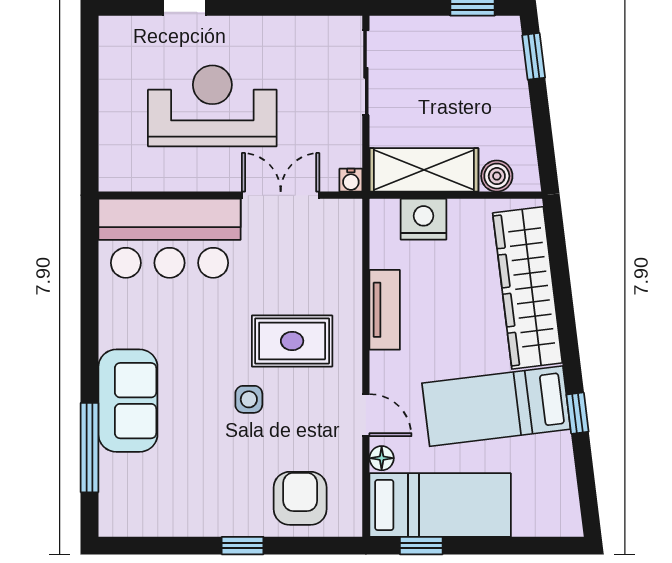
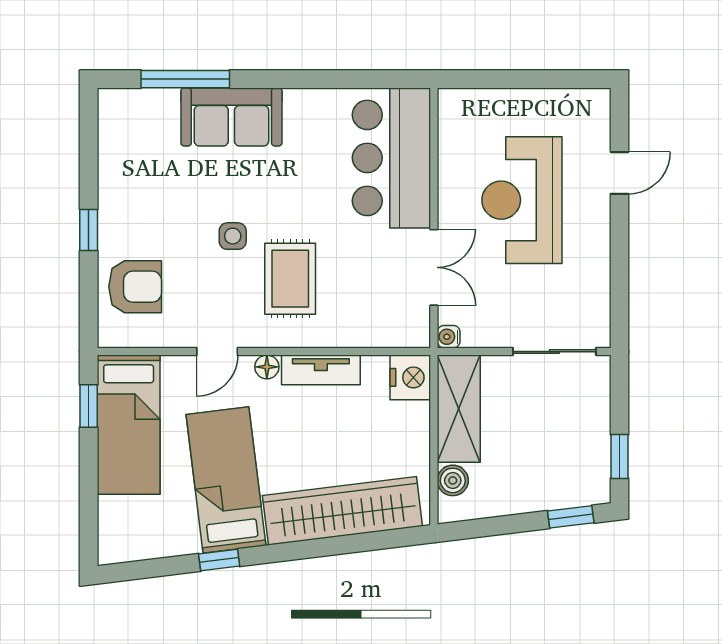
reception desk: (212, 106) -> (522, 200), turned 180
nightstand: (424, 219) -> (410, 377), moved
floor lamp: (382, 458) -> (267, 367), moved

